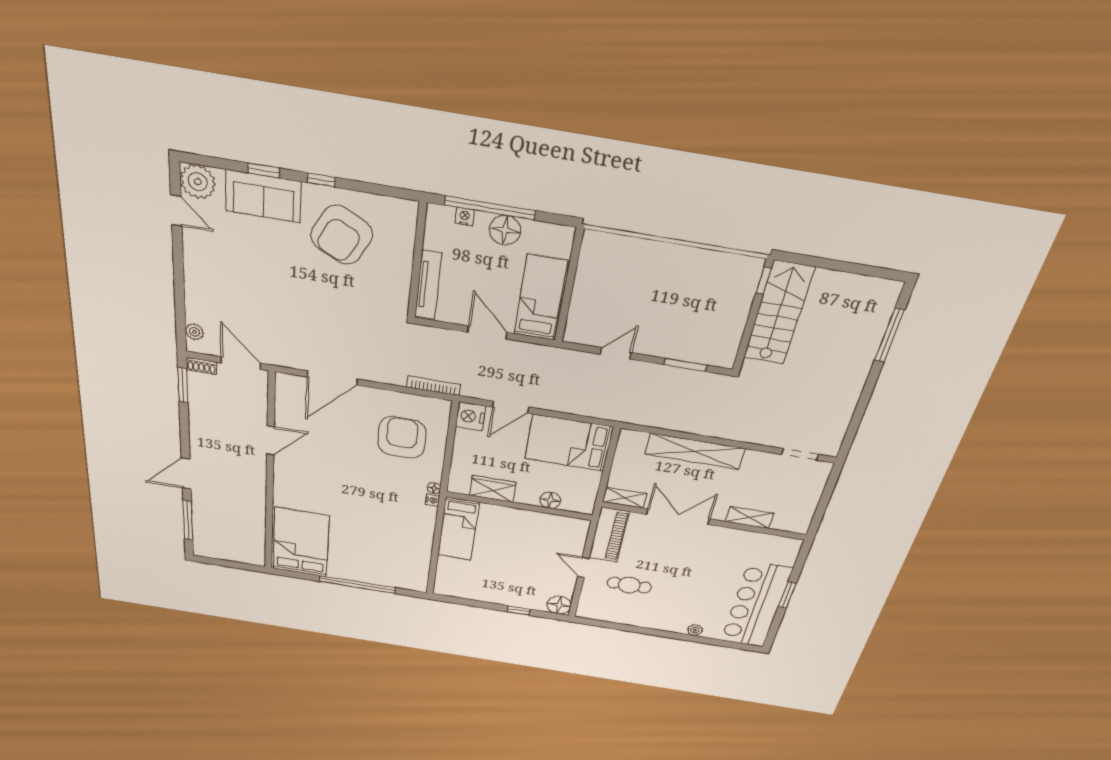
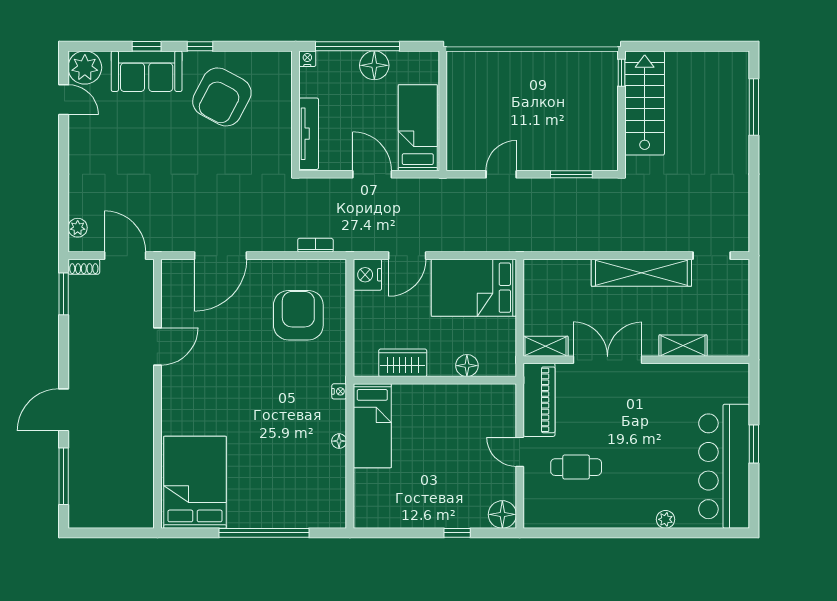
nightstand: (465, 217) -> (307, 59), moved
bookcase: (434, 386) -> (315, 245), width x0.64
shelving: (695, 451) -> (641, 273), moved
floor lamp: (434, 488) -> (339, 441), moved

